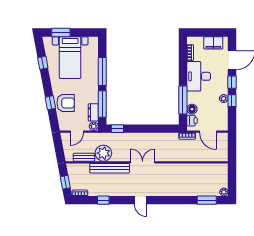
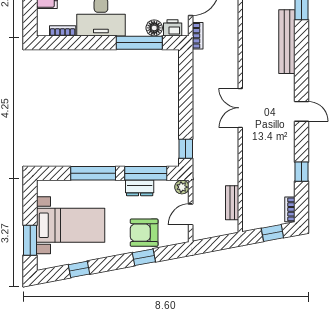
armchair: (66, 103) -> (144, 233), turned -90
dresser: (93, 112) -> (140, 188), moved
door: (77, 132) -> (191, 214), swing flipped
plant: (103, 153) -> (225, 171), removed
bench: (110, 168) -> (287, 42), moved
door: (140, 200) -> (301, 111), hinge flipped

